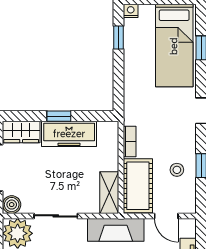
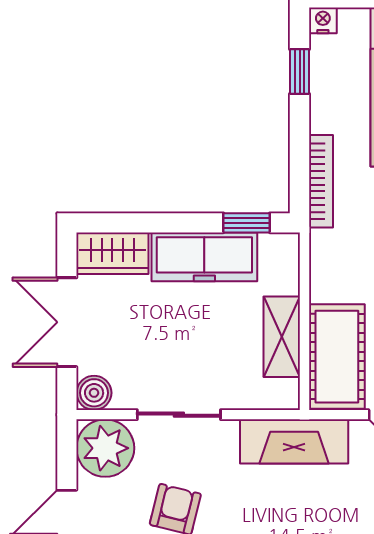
window: (59, 116) -> (247, 223), moved
bookcase: (130, 141) -> (321, 181), moved, width x1.56
shelving: (109, 193) -> (282, 337), moved

